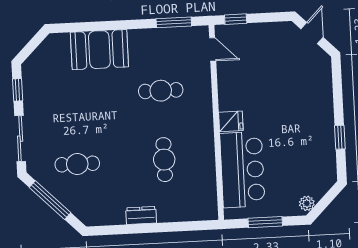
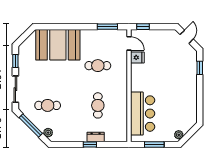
booth: (99, 50) -> (58, 45), width x1.36, depth x1.42
fridge: (231, 121) -> (137, 57), moved
window: (340, 137) -> (200, 68), moved
plant: (81, 211) -> (48, 133), added
dresser: (141, 215) -> (96, 137), moved
window: (154, 228) -> (90, 144), added

